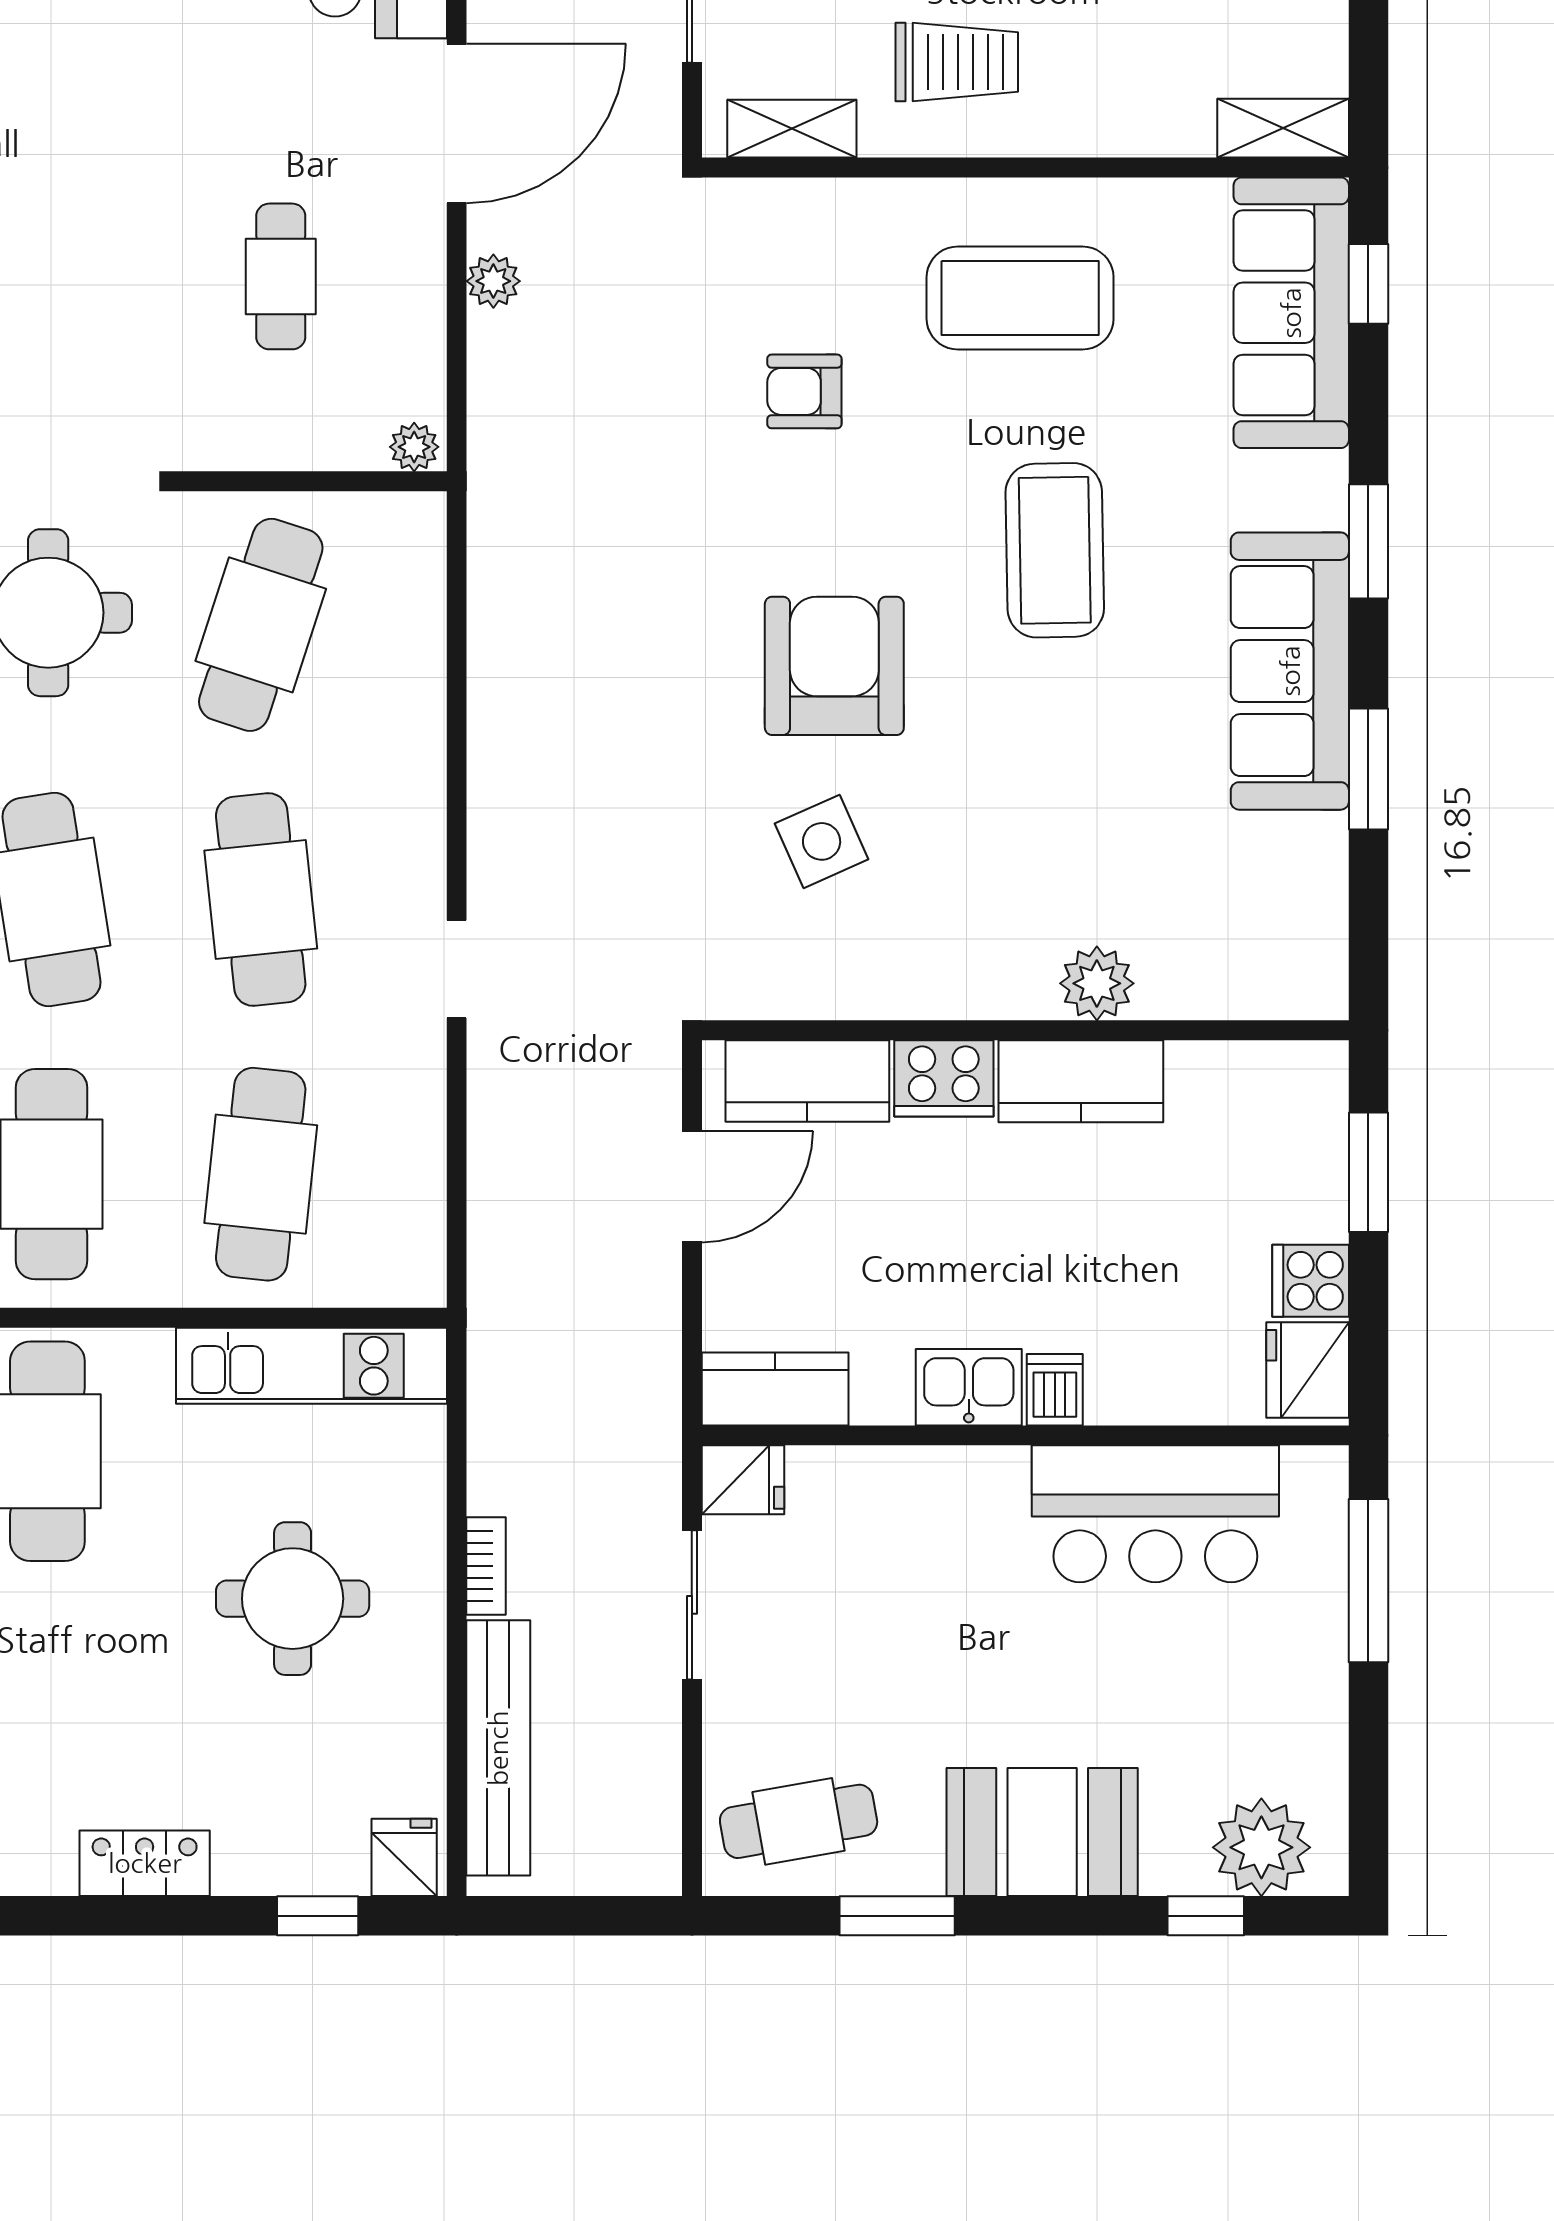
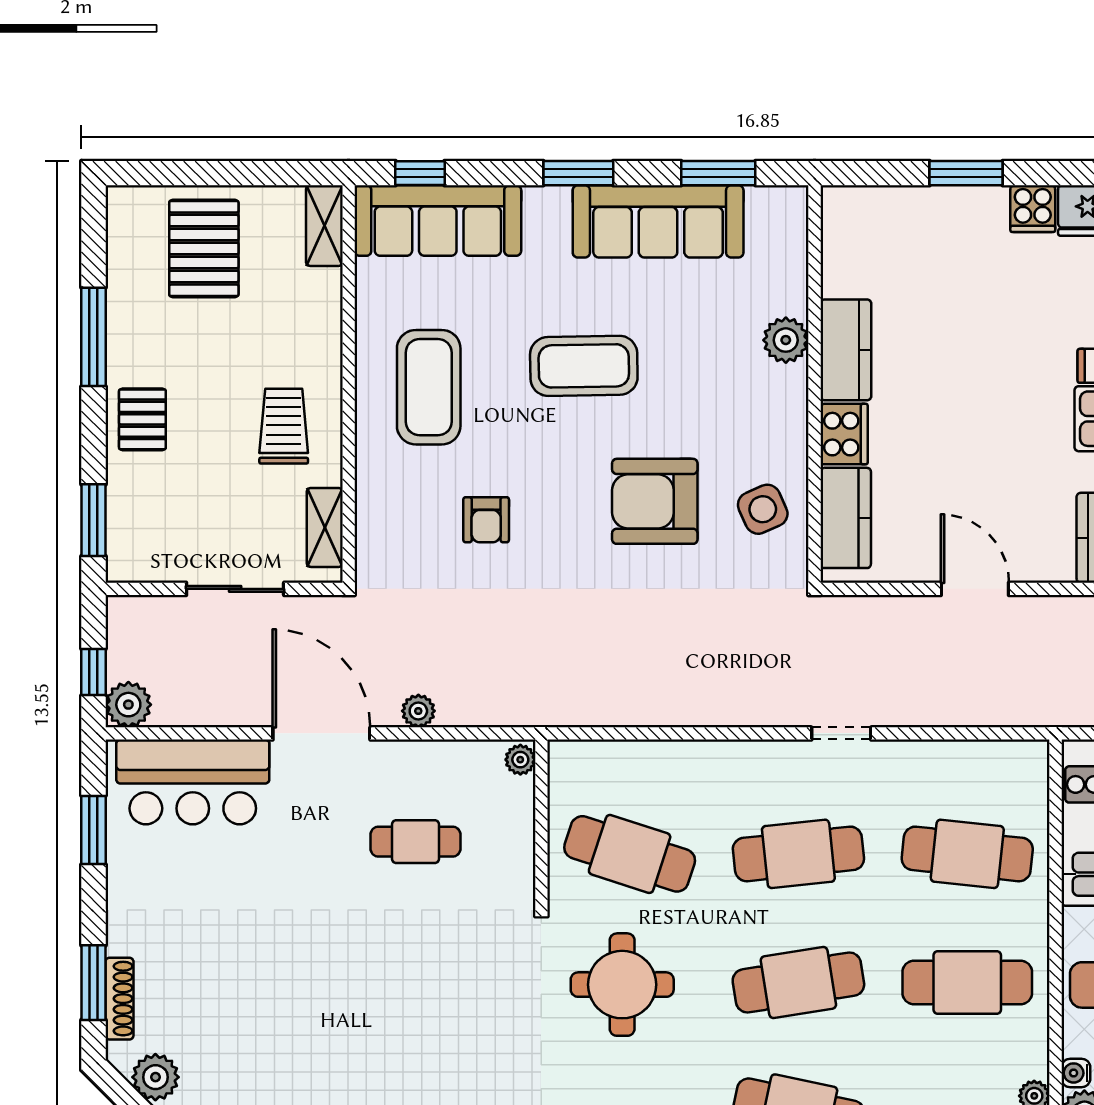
plant: (1097, 983) -> (786, 340), moved
wall: (1025, 1030) -> (814, 384), moved
cooker: (944, 1078) -> (844, 434), moved
kitchen counter: (807, 1081) -> (846, 518), moved
kitchen counter: (1081, 1081) -> (846, 350), moved

